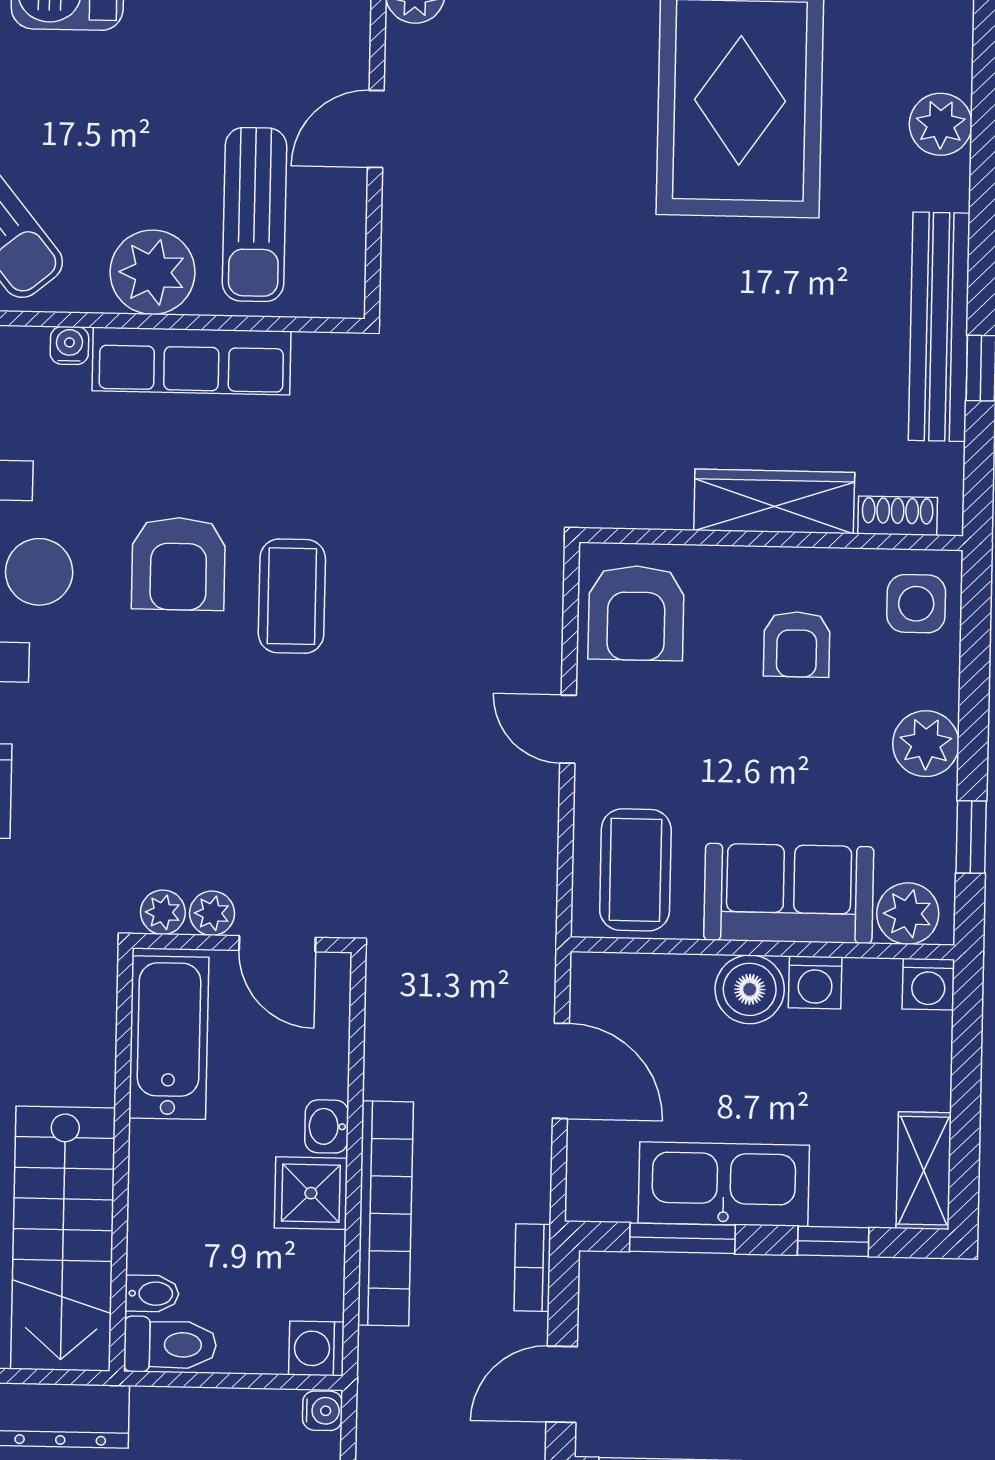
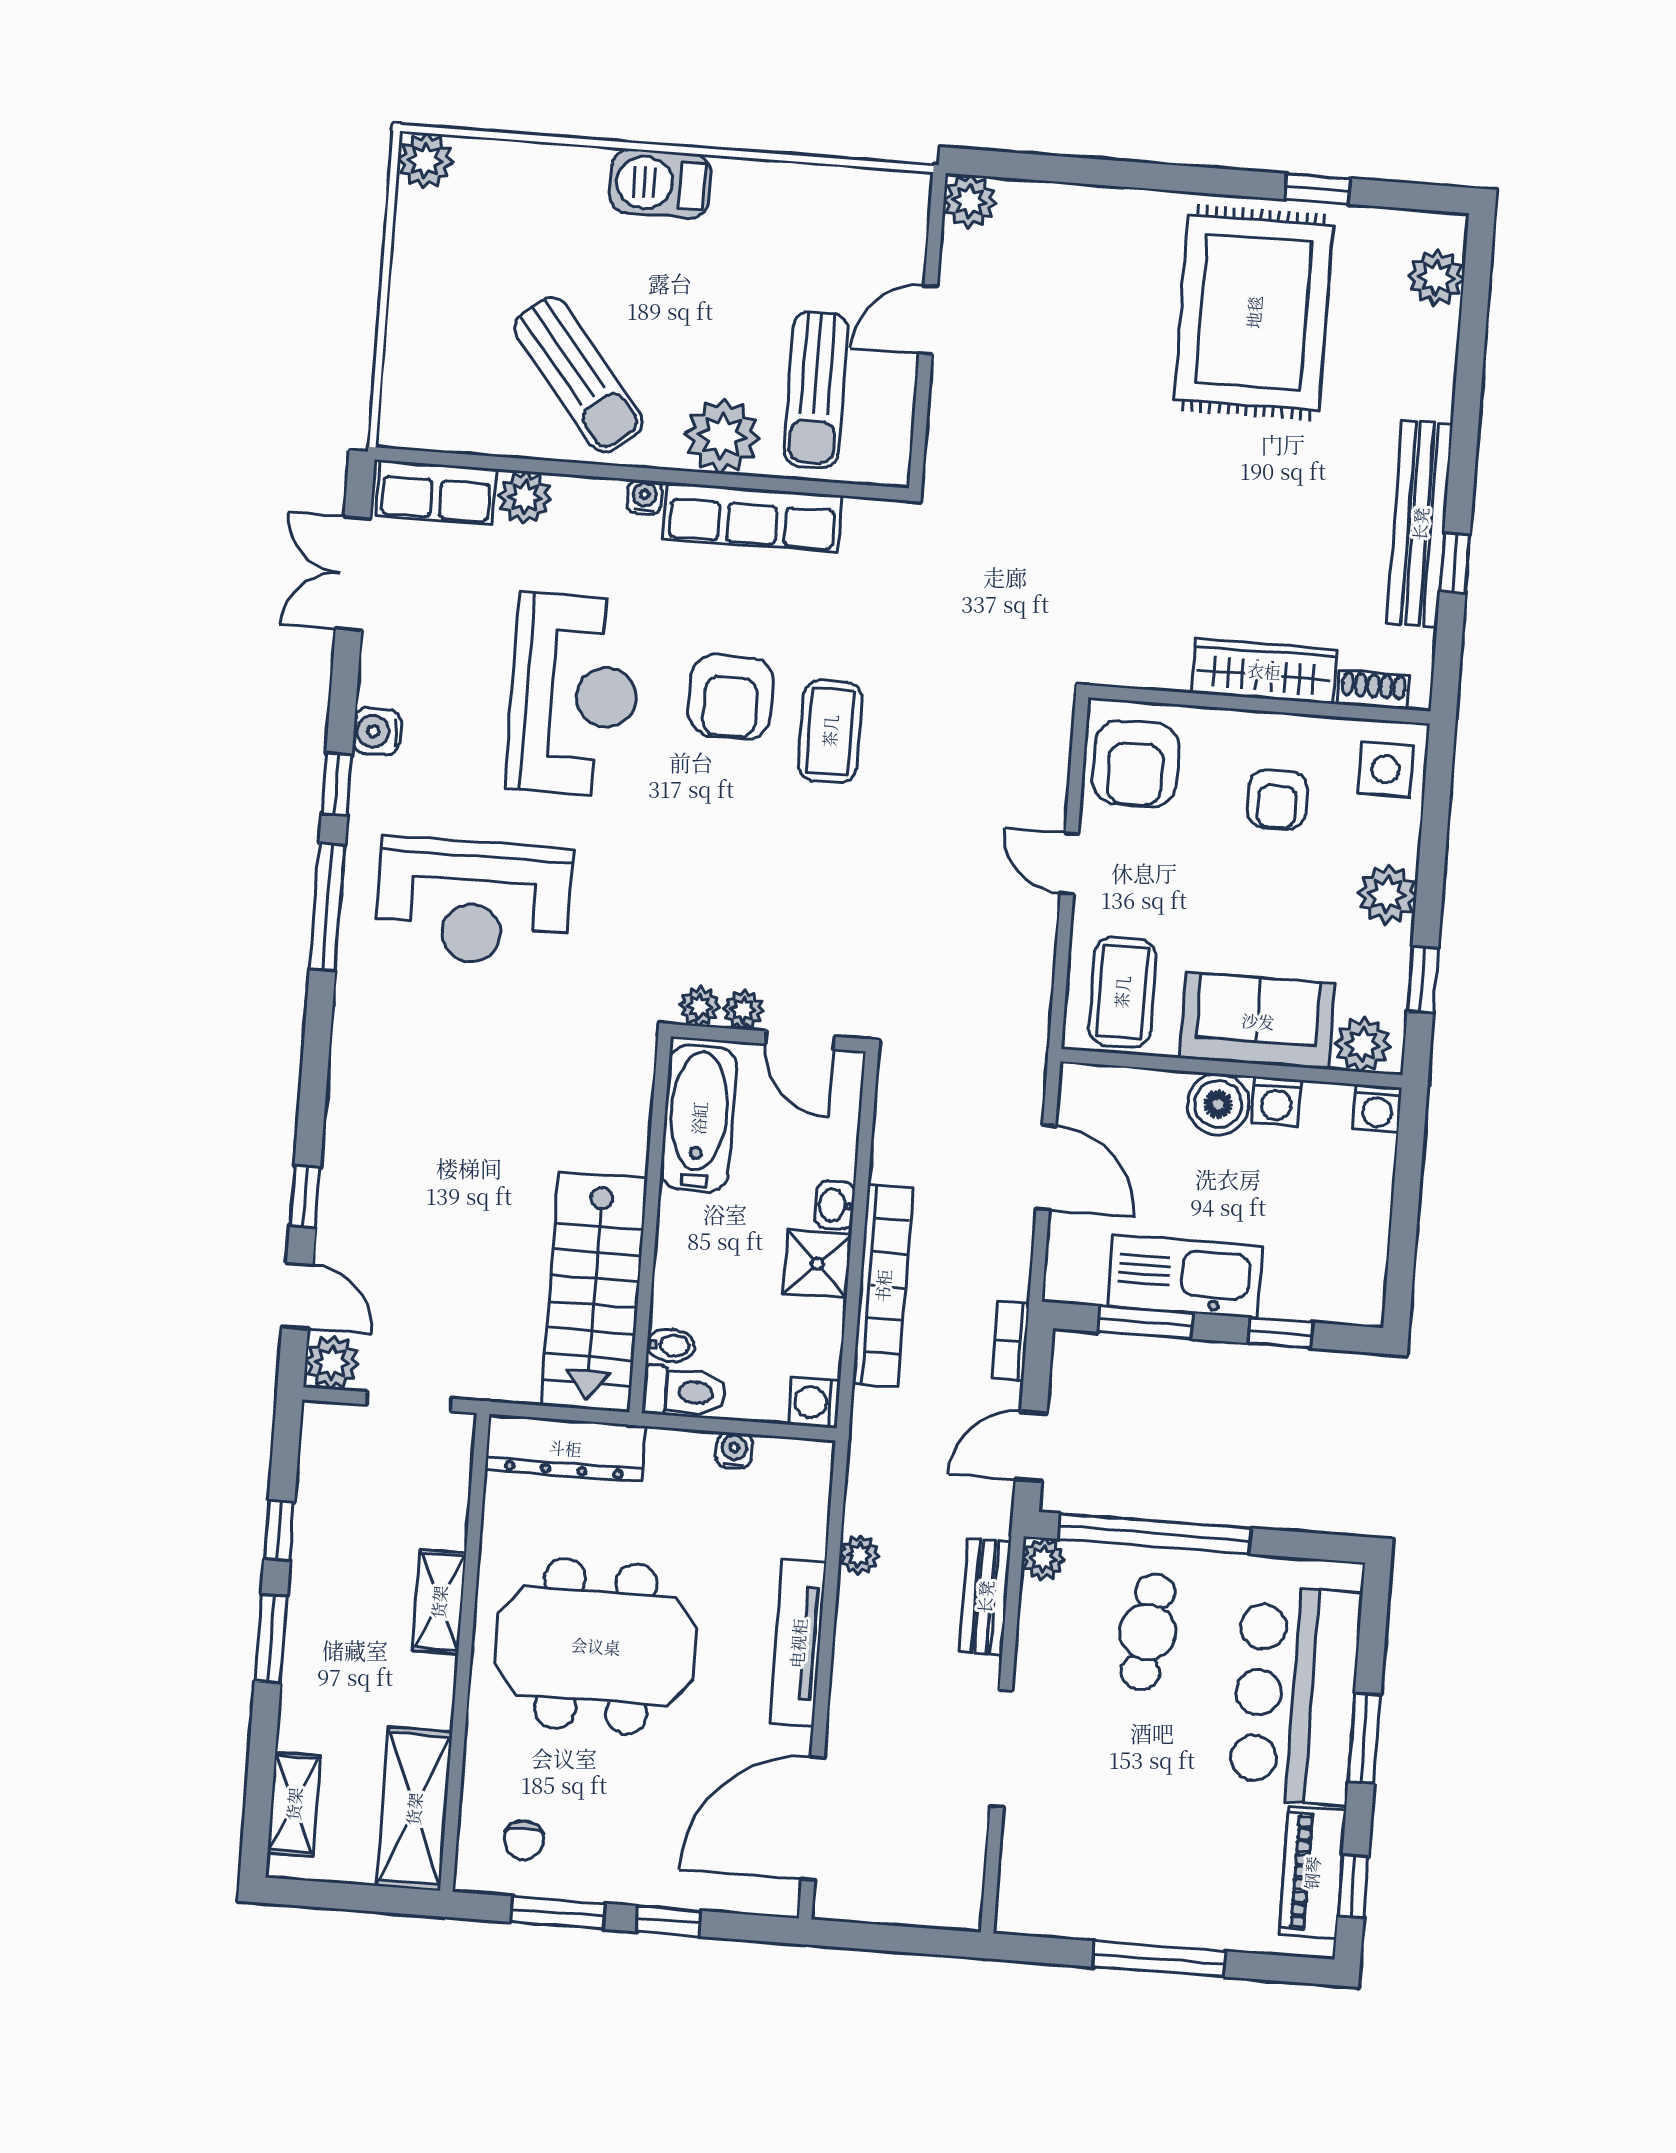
plant: (941, 124) -> (1436, 278), moved
shelving: (924, 1171) -> (1364, 1274), removed
water cooler: (322, 1411) -> (734, 1450), moved, turned -90

